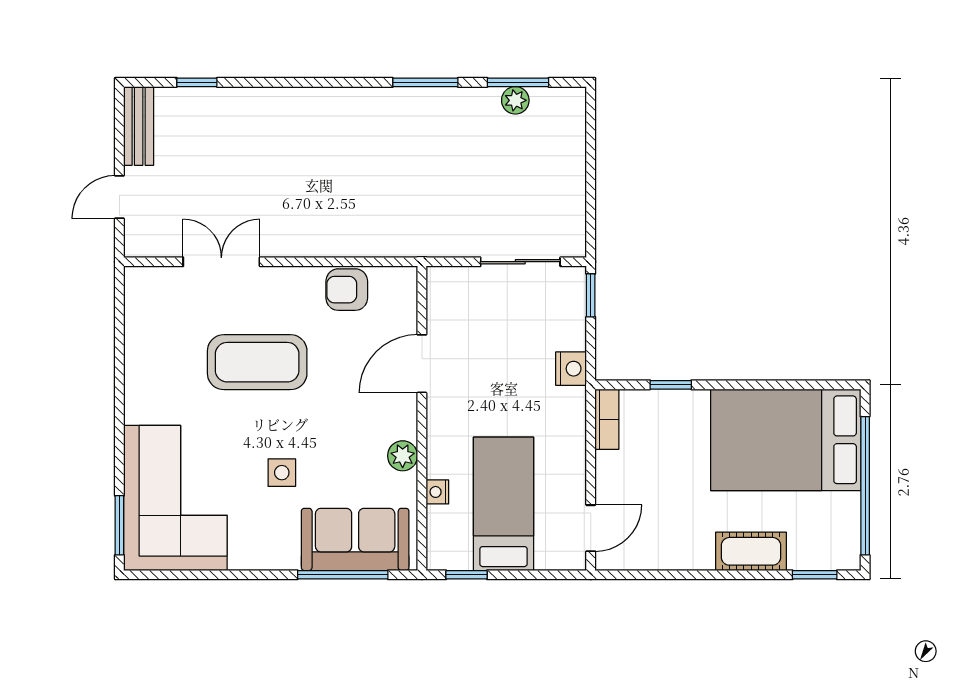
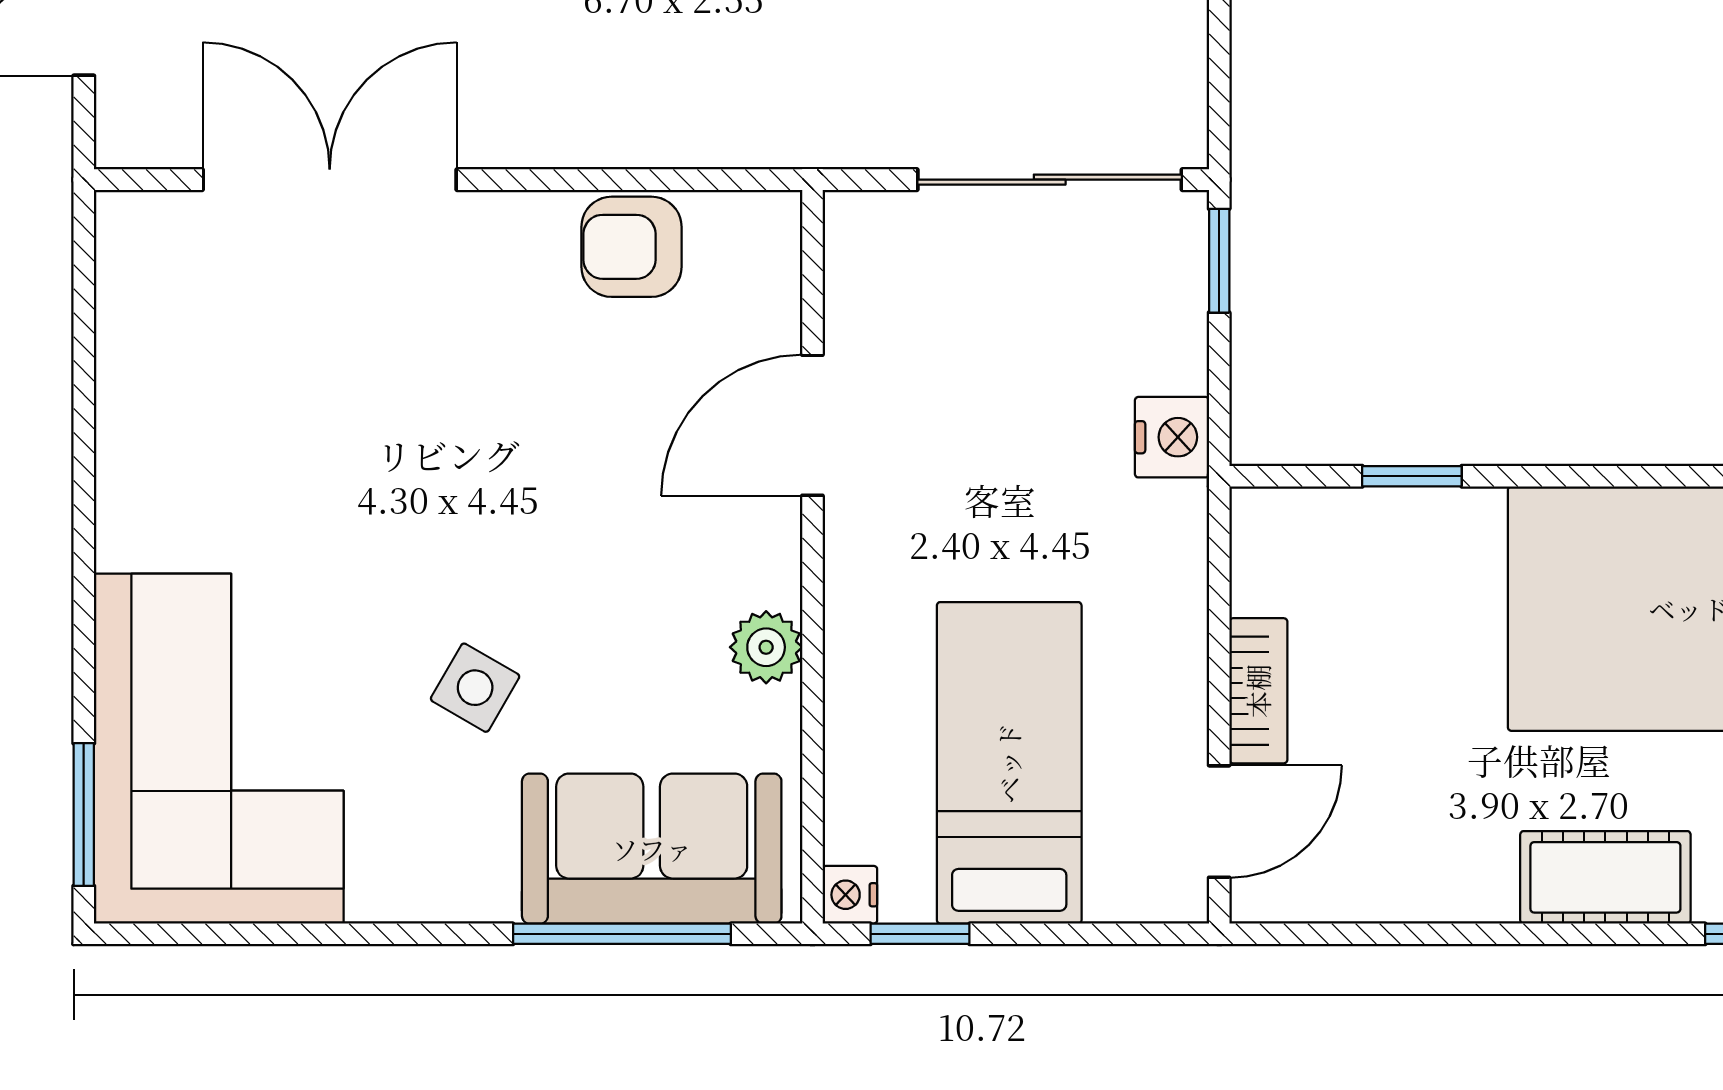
double door: (221, 262) -> (330, 180), width x1.37
sliding door: (520, 262) -> (1050, 180), width x1.37
coffee table: (257, 362) -> (416, 422), removed
bookcase: (607, 419) -> (1258, 691), moved
side table: (282, 473) -> (475, 688), turned 30
nightstand: (437, 492) -> (850, 895), moved

